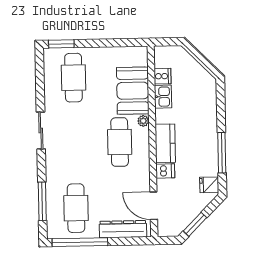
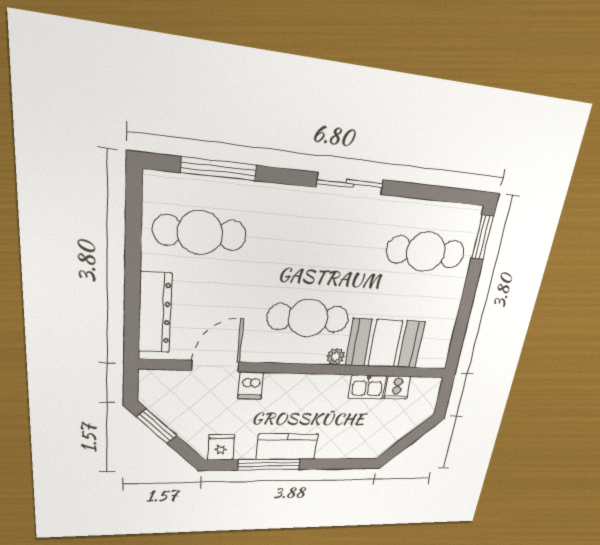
kitchen counter: (165, 143) -> (287, 447), moved, turned 180
door: (154, 206) -> (216, 366), moved
window: (80, 242) -> (133, 233), removed

